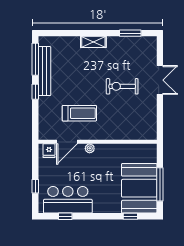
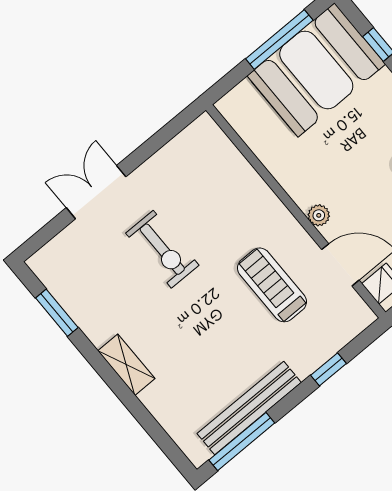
window: (35, 92) -> (328, 369), moved

